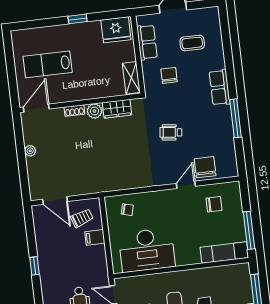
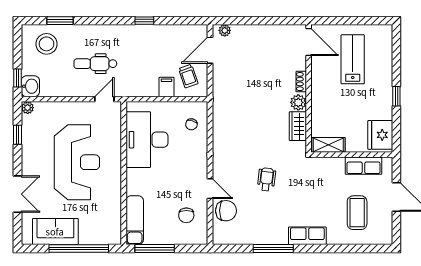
coffee table: (192, 43) -> (357, 213), width x1.36, depth x1.30
chair: (169, 75) -> (326, 184), removed
plant: (30, 151) -> (225, 30), moved

